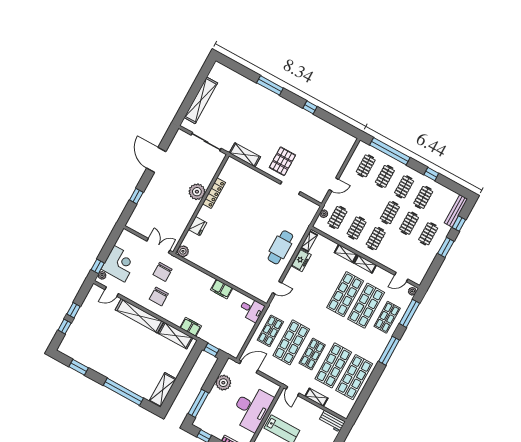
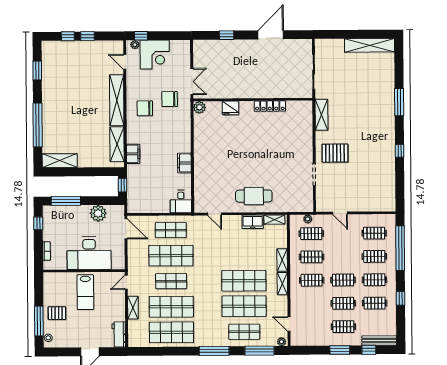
shelving: (201, 100) -> (370, 45), moved
plant: (197, 192) -> (262, 89), removed

